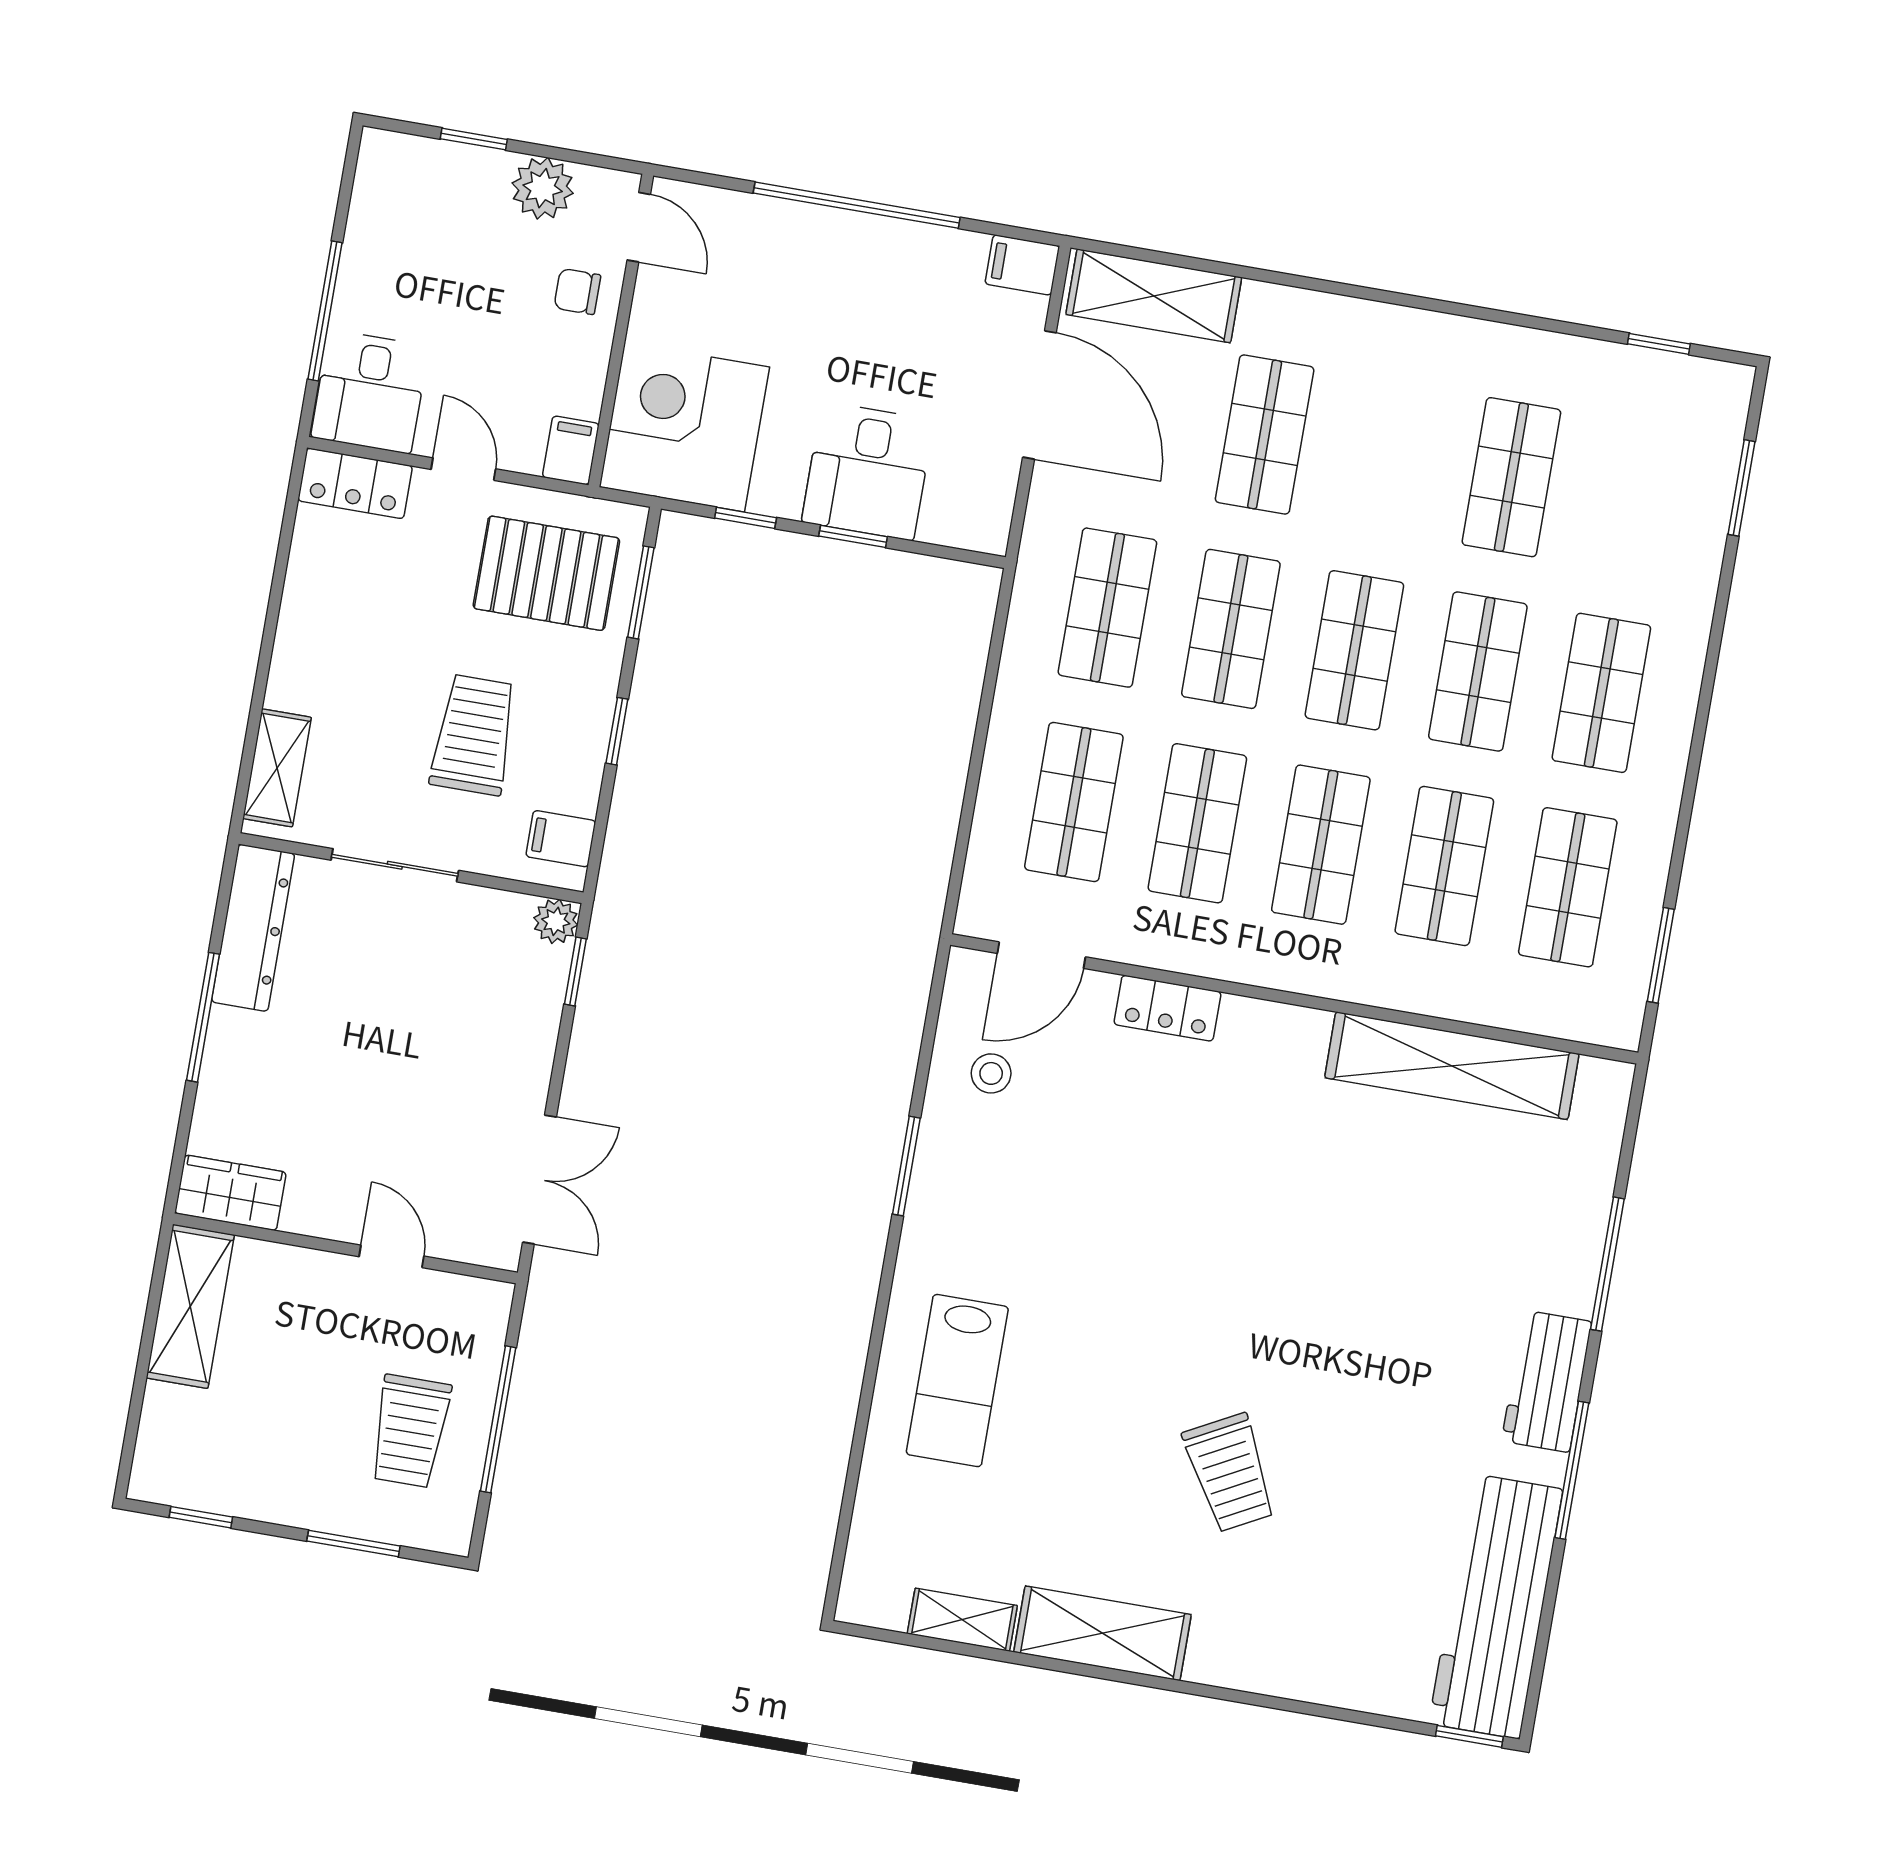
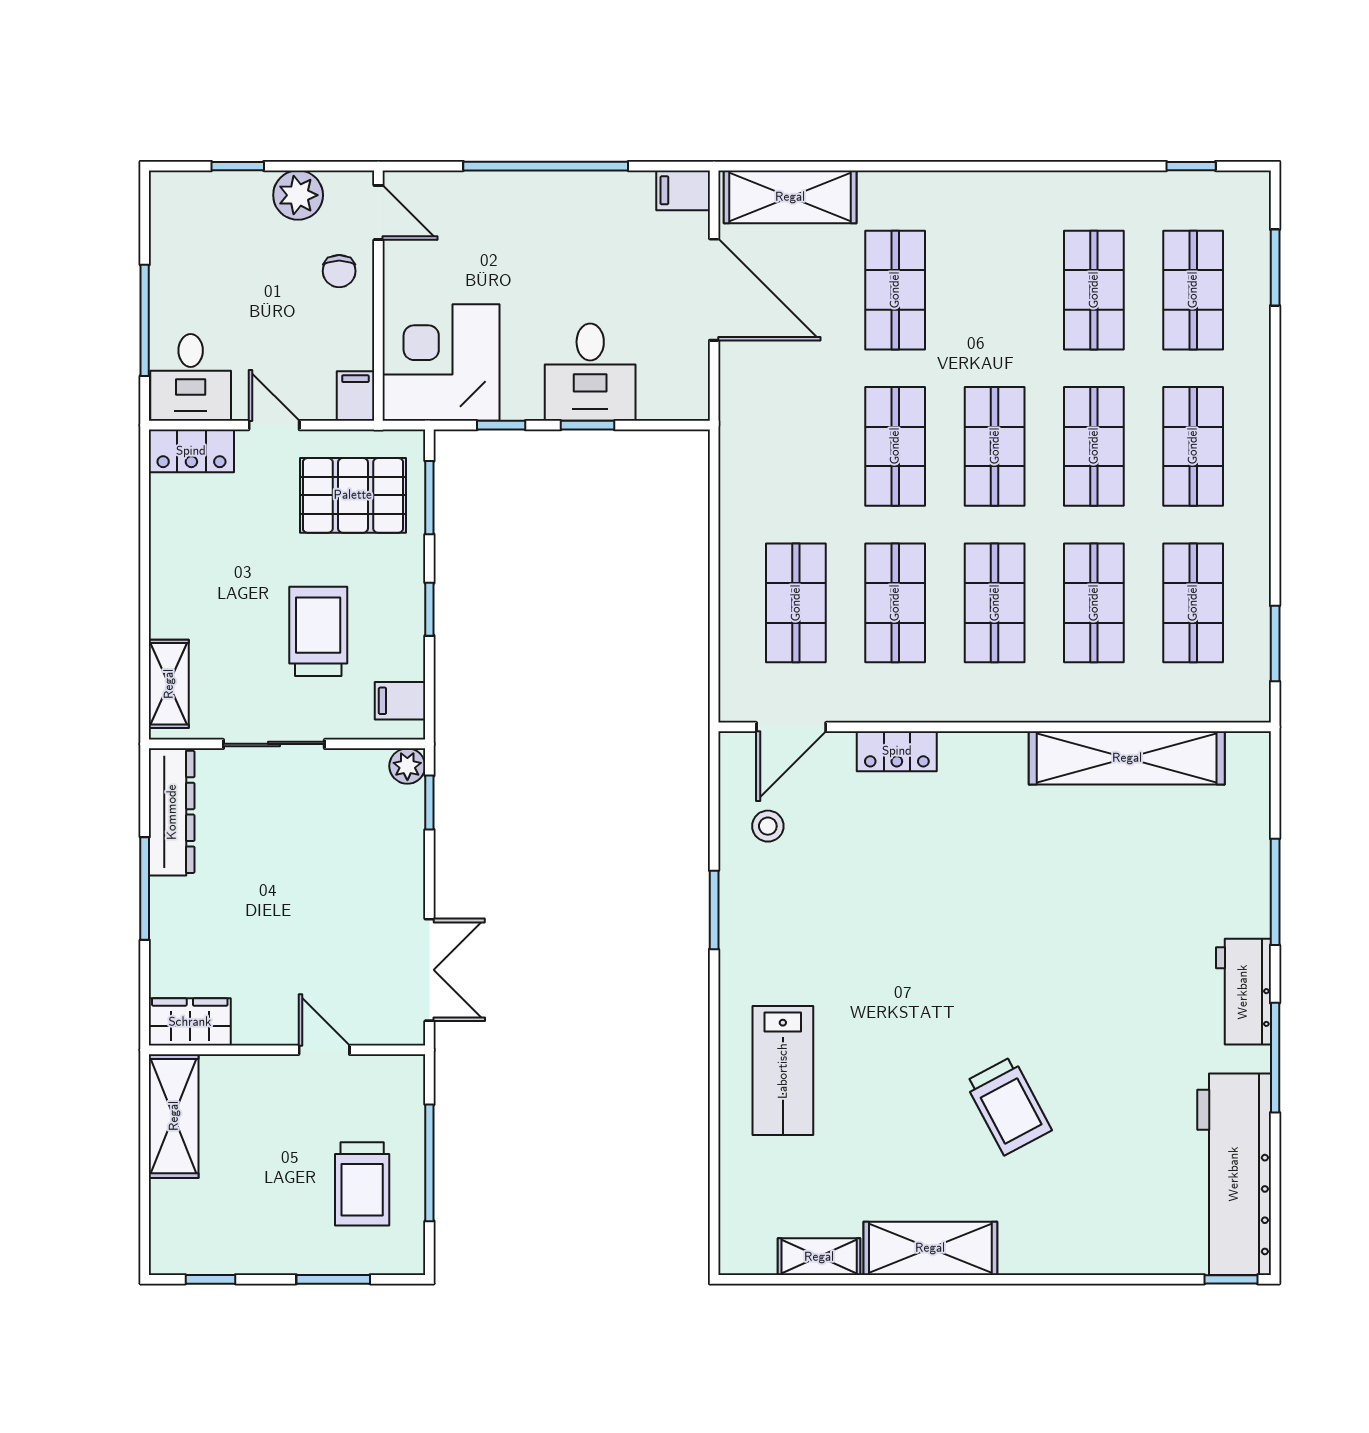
chair: (577, 291) -> (339, 271), turned -90
shop shelf: (1107, 608) -> (1193, 290), moved

